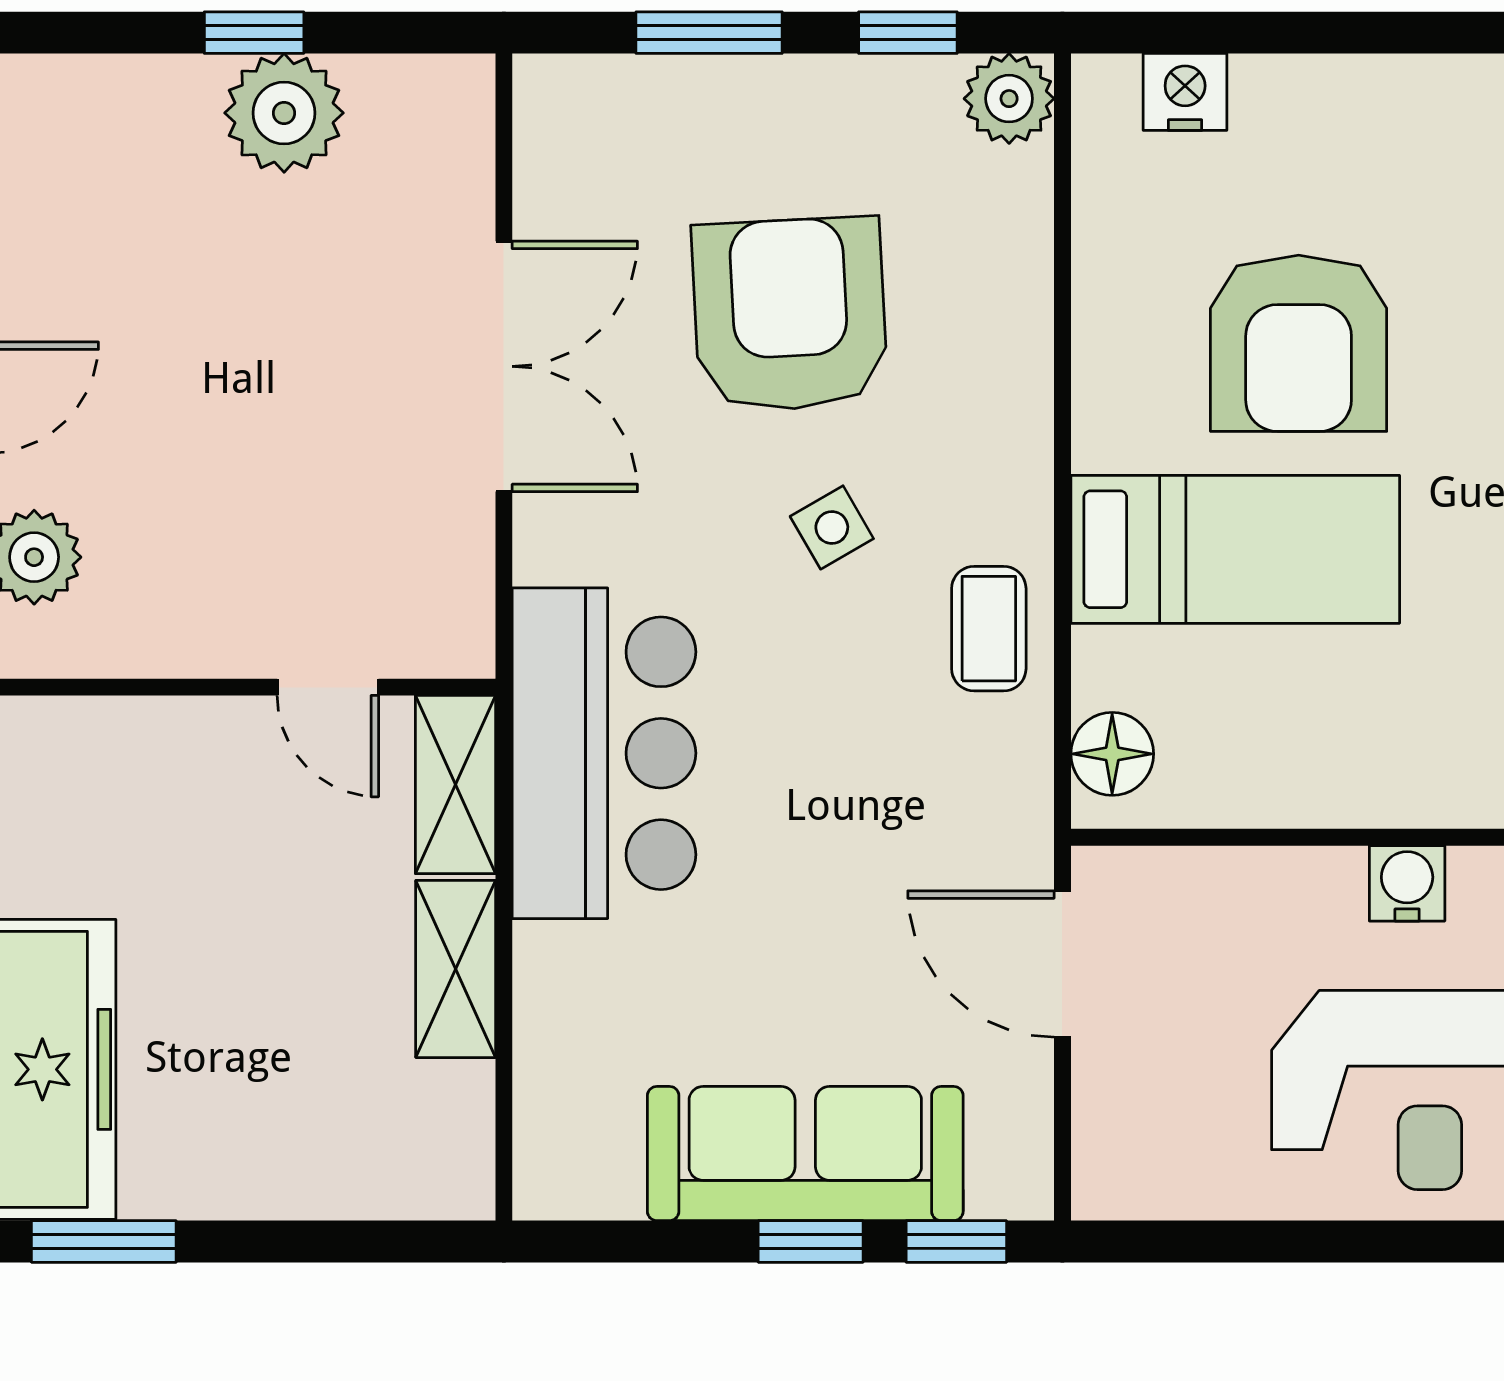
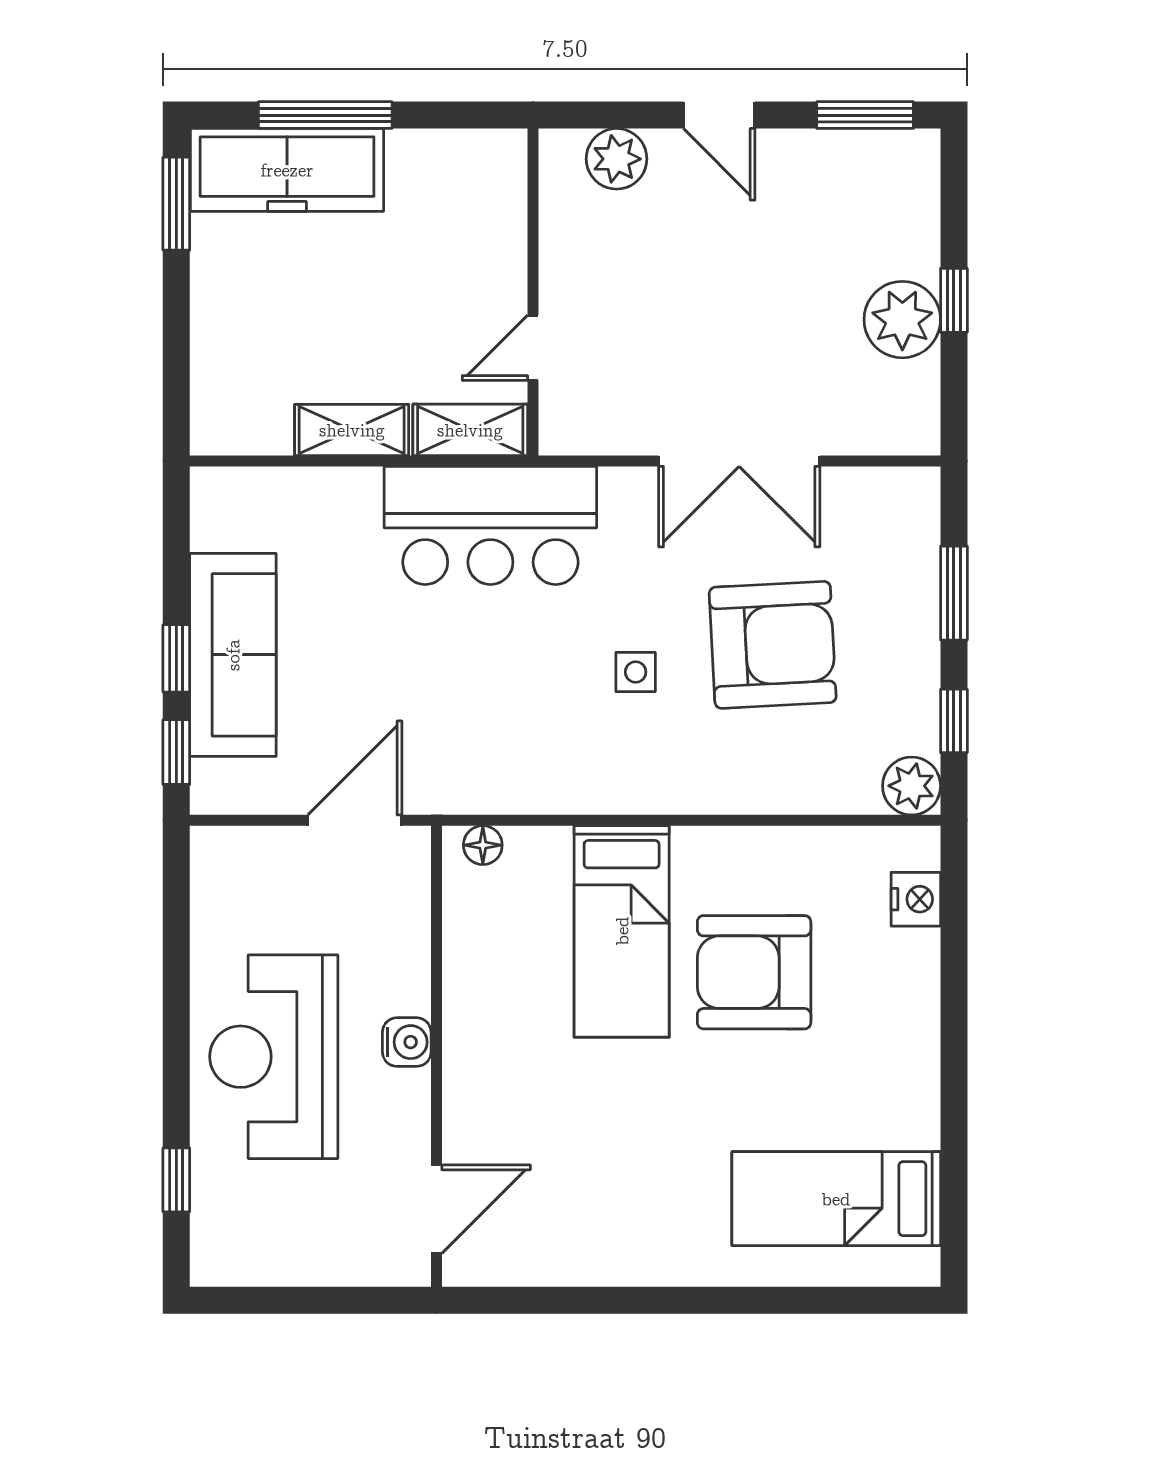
side table: (832, 527) -> (636, 672), turned 30
coffee table: (989, 629) -> (571, 773), removed
floor lamp: (1112, 754) -> (483, 845), width x0.73, depth x0.73

